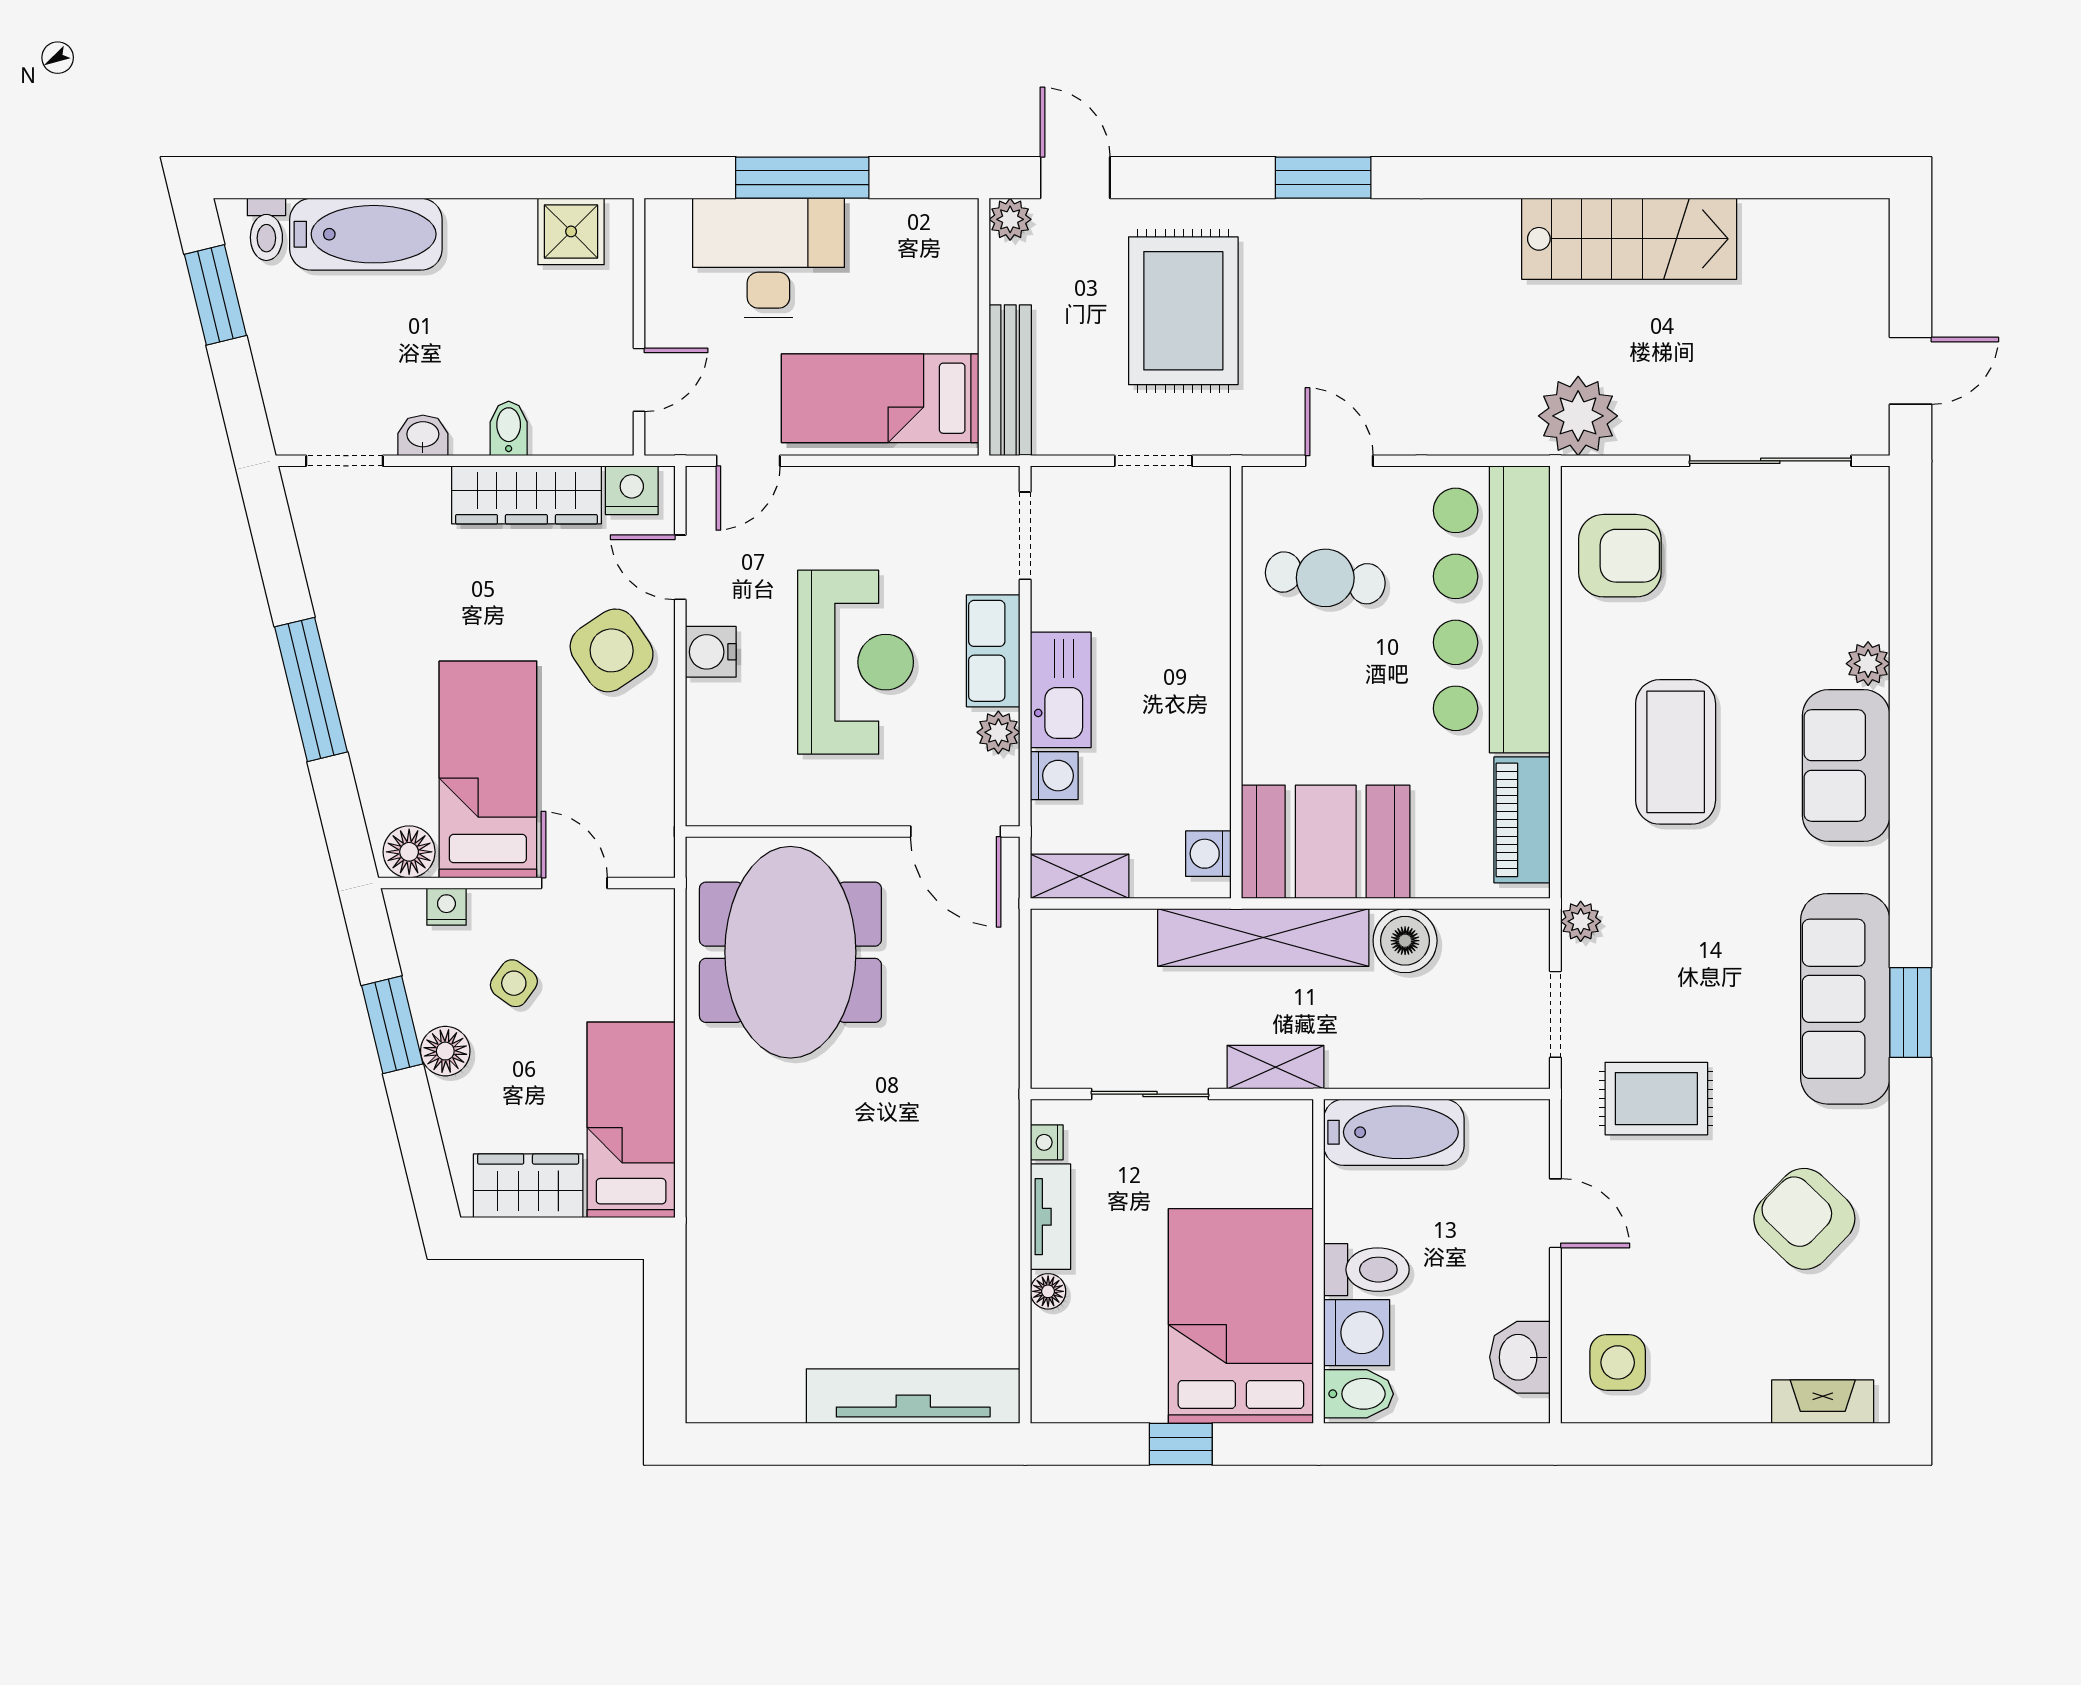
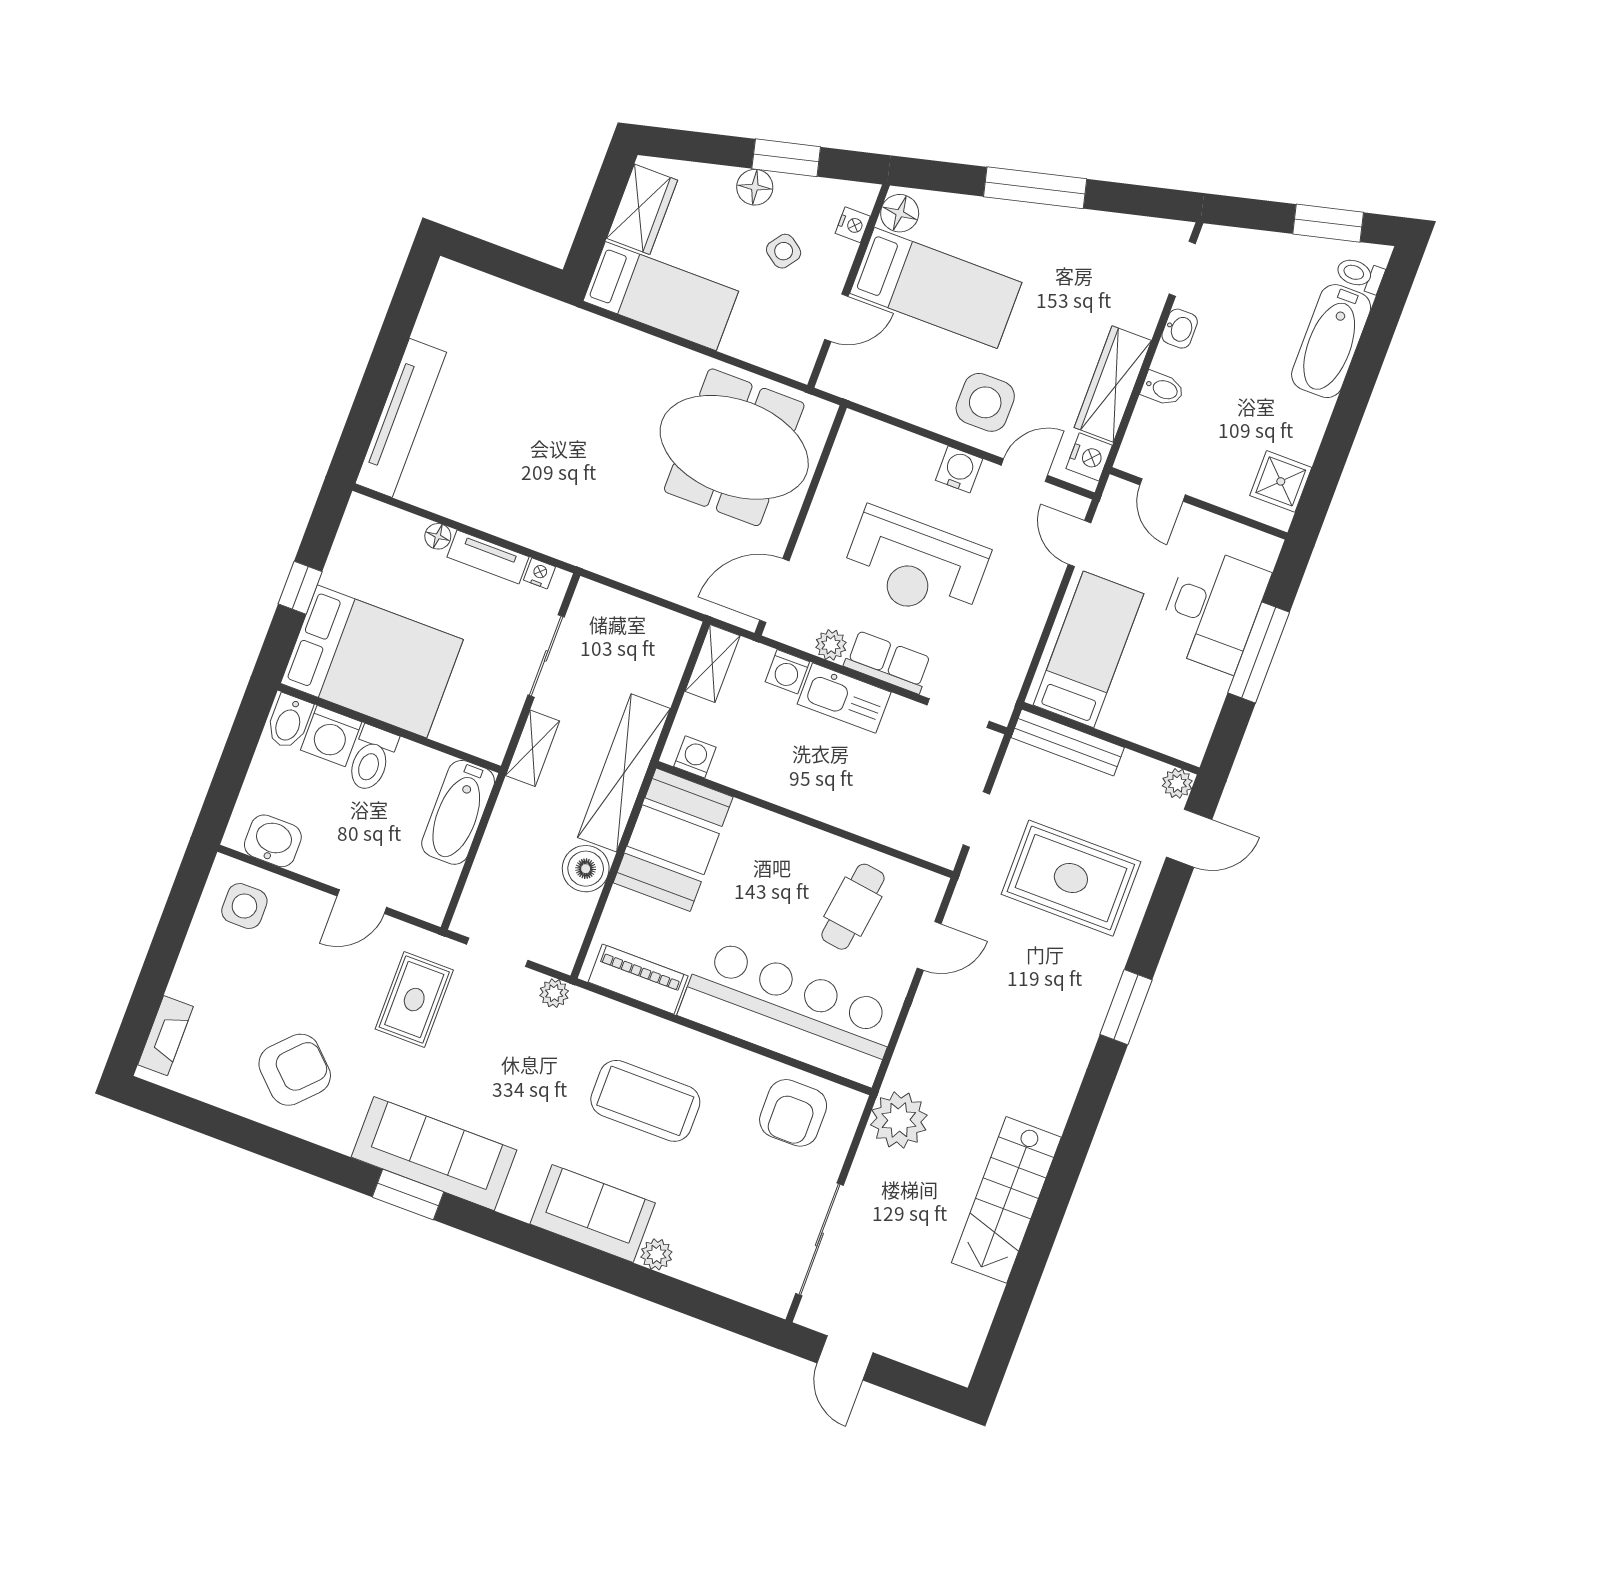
side table: (612, 650) -> (985, 402), turned 34

